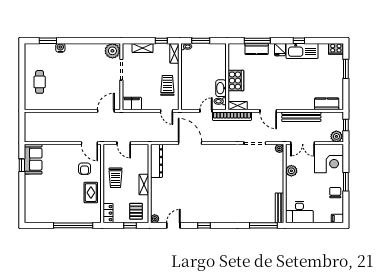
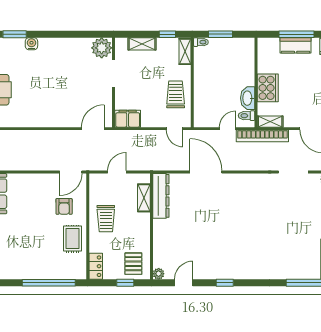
door: (89, 143) -> (71, 172), hinge flipped
door: (124, 143) -> (117, 172), swing flipped
shelving: (144, 185) -> (144, 198), moved

